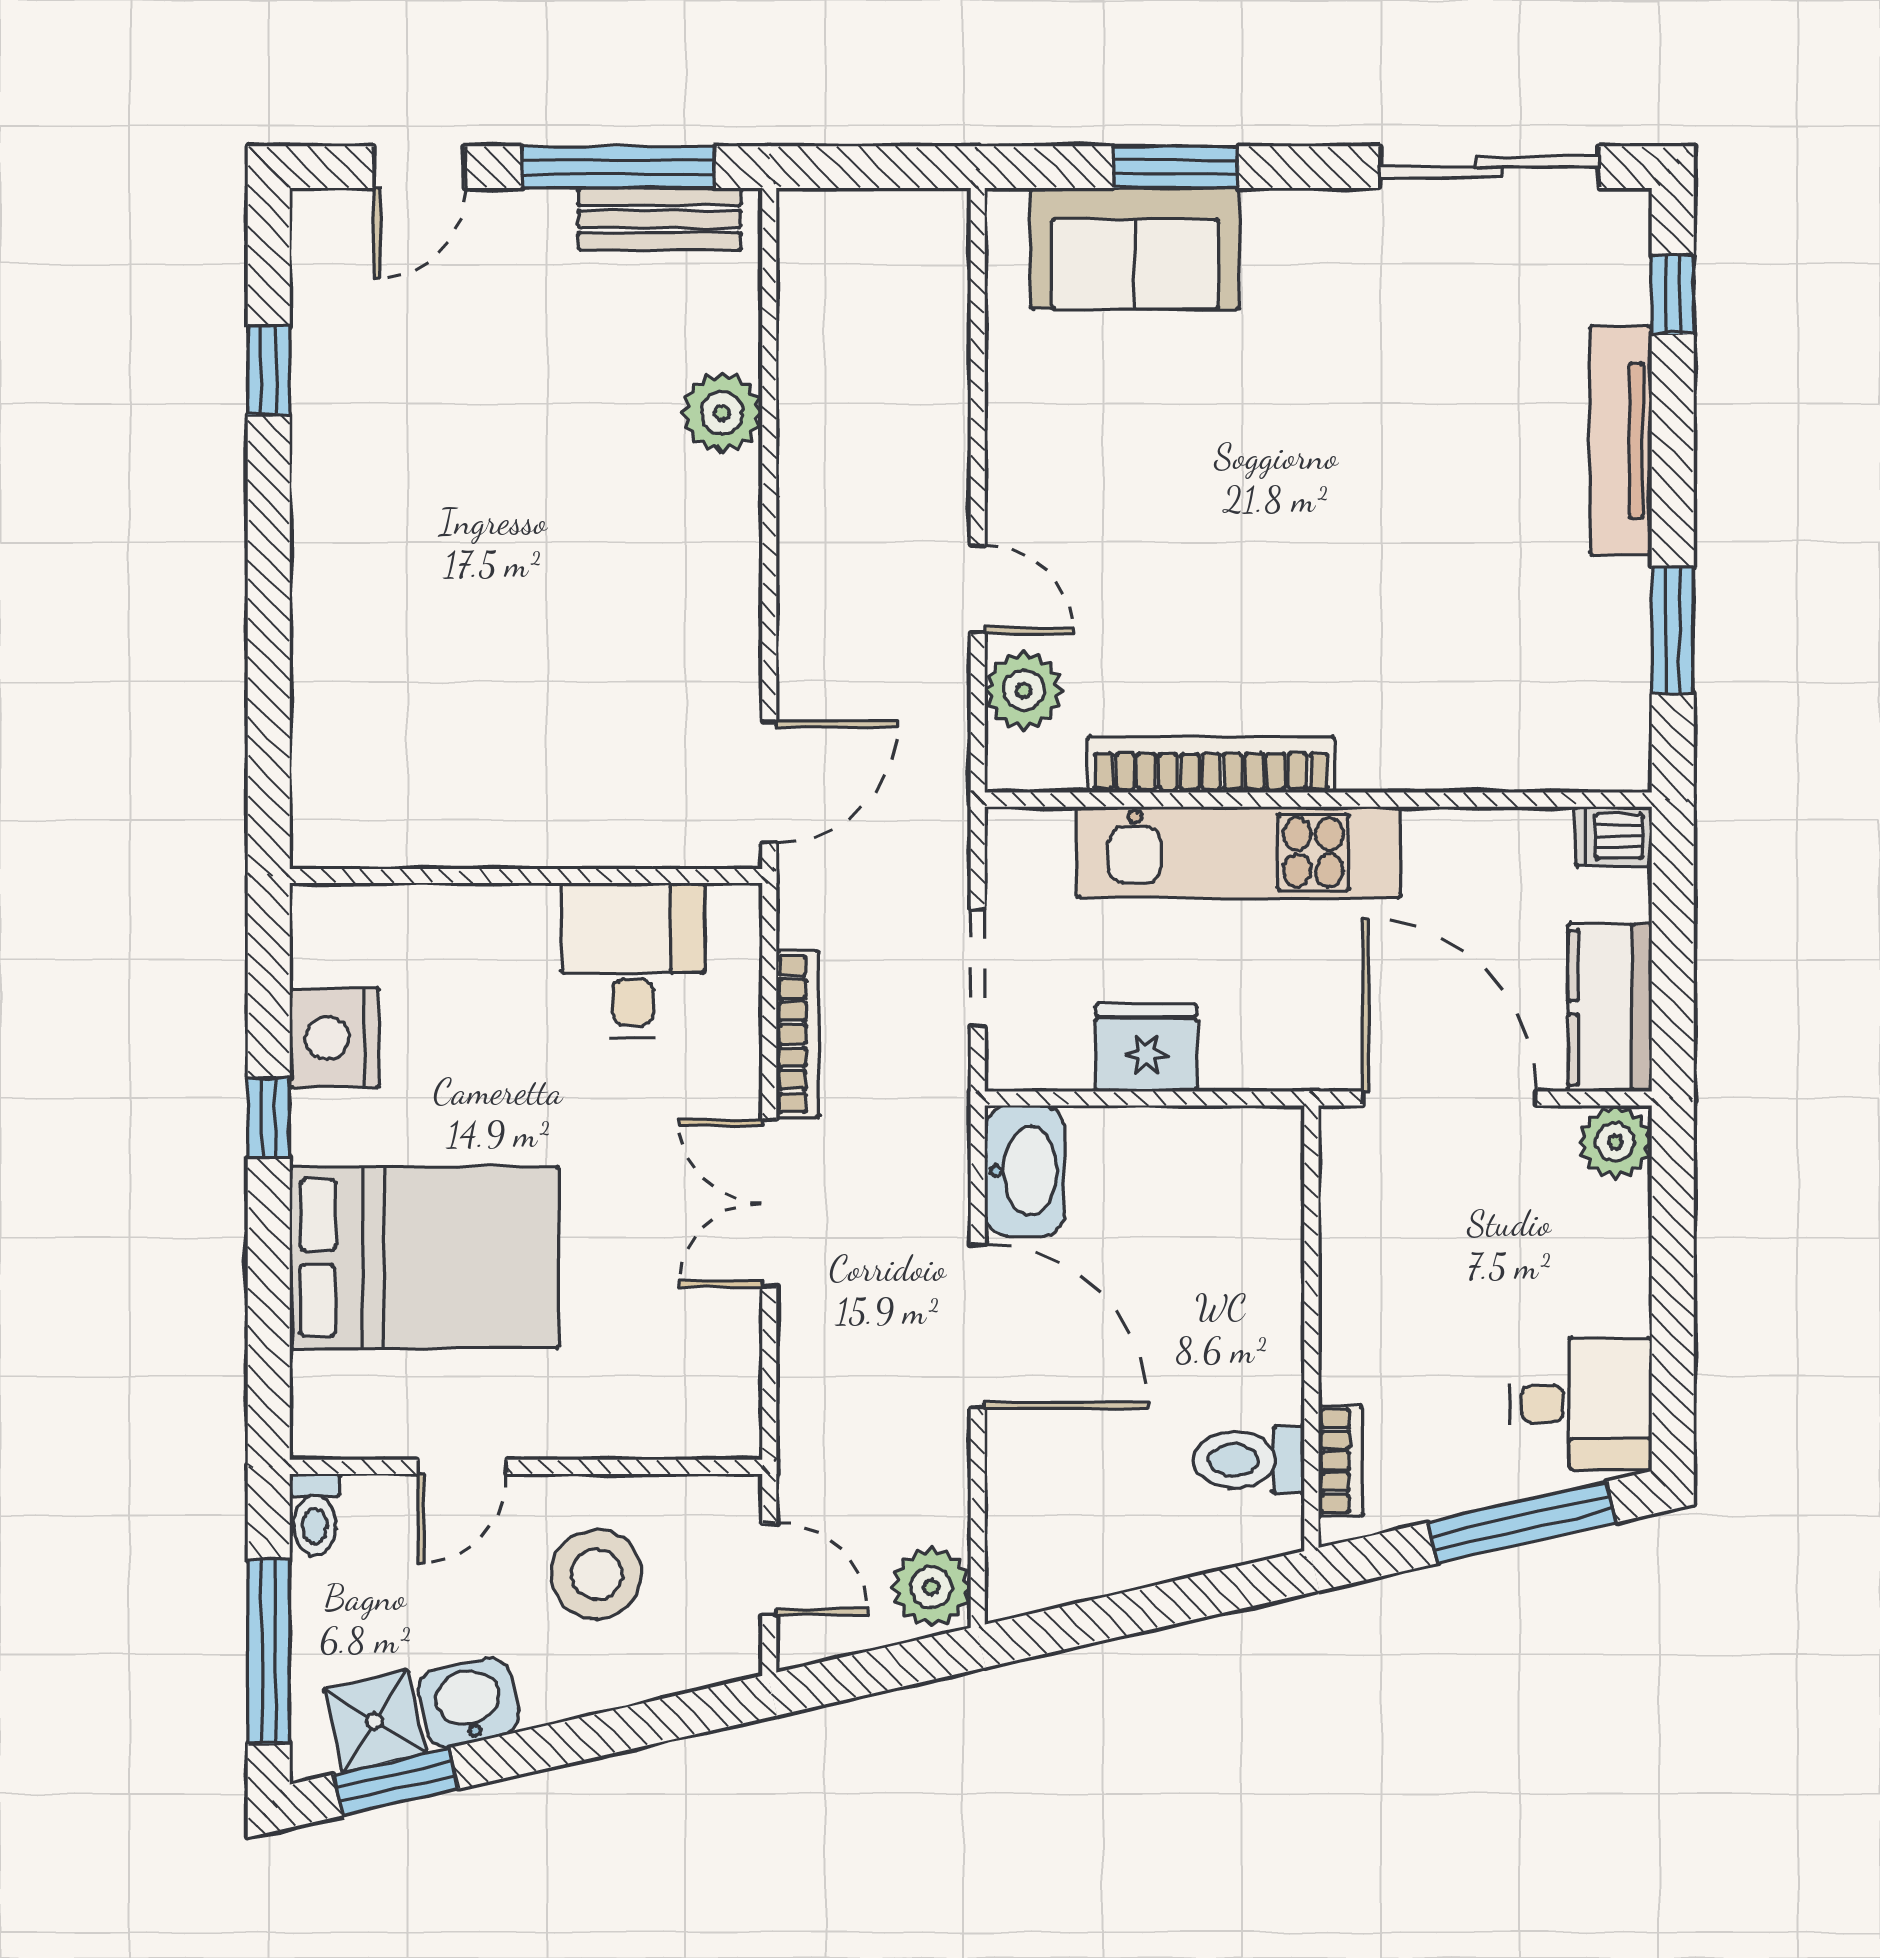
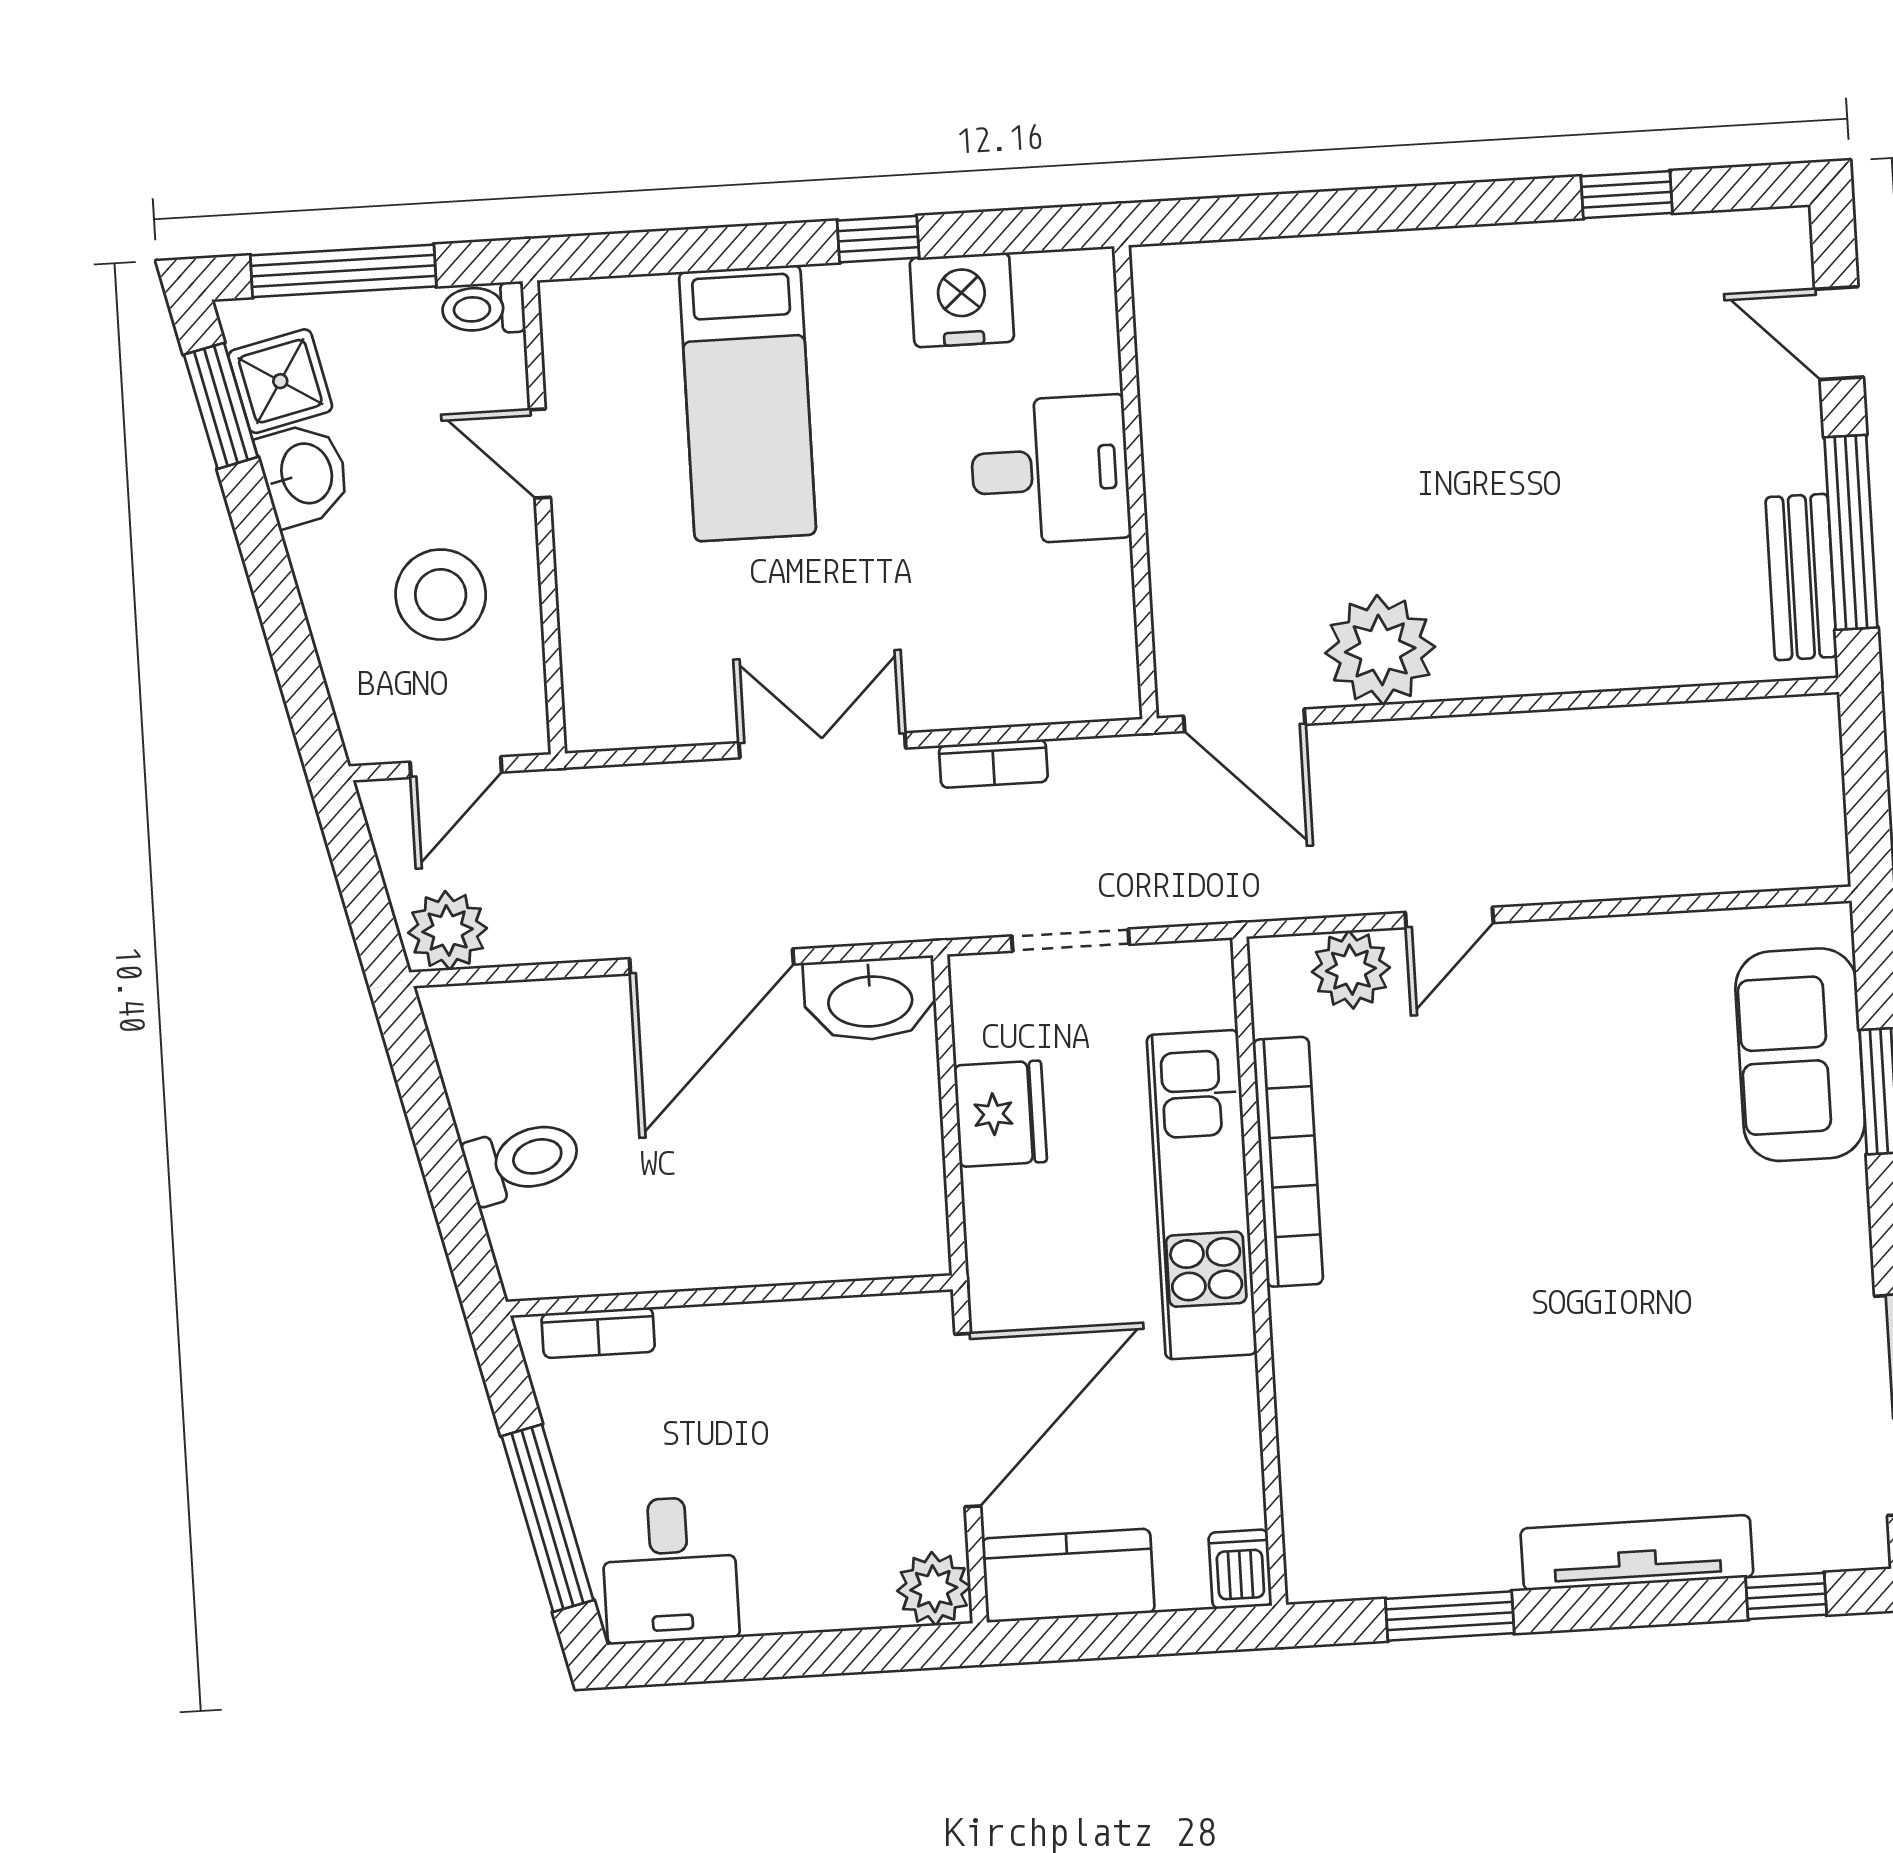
plant: (722, 413) -> (1380, 650), moved, width x1.36, depth x1.36
desk: (633, 960) -> (1050, 470), moved
bookcase: (797, 1034) -> (993, 764), width x0.64
bed: (424, 1257) -> (748, 403), width x0.67
toilet: (1249, 1460) -> (522, 1161), moved, turned 77

